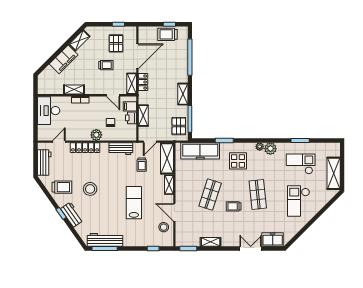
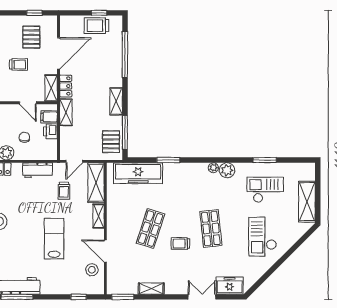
shelving: (143, 116) -> (66, 112), moved
display table: (238, 161) -> (186, 186), removed

